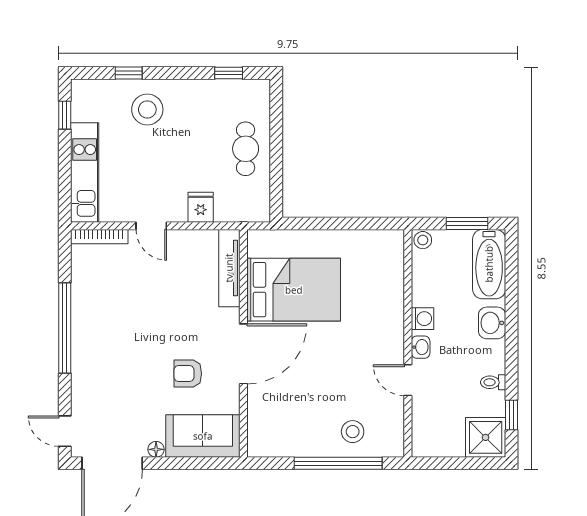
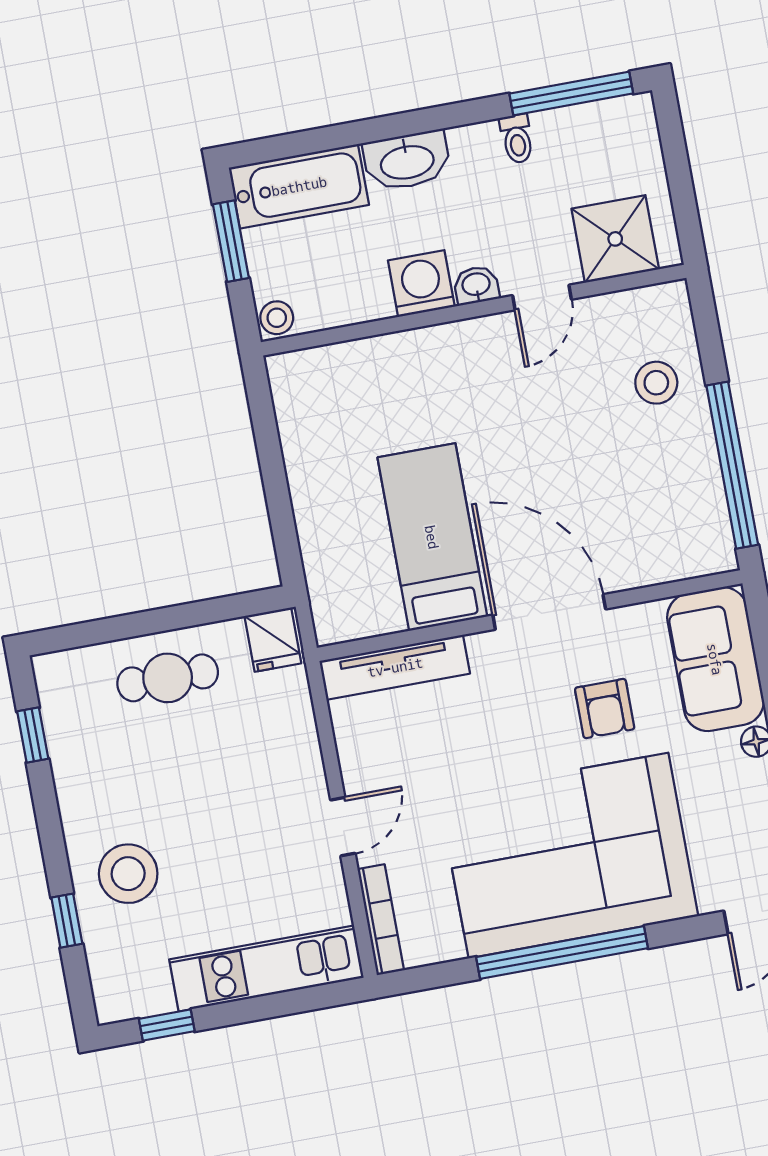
fridge: (201, 207) -> (273, 640), moved, turned -90
bed: (294, 290) -> (432, 537), width x0.67
washing machine: (423, 319) -> (421, 284), width x1.38, depth x1.38
washbasin: (492, 323) -> (407, 161), width x1.38
corner sofa: (115, 341) -> (568, 855), added
window: (511, 415) -> (571, 94), width x2.17
shower: (486, 437) -> (615, 239), moved
window: (338, 463) -> (732, 465), moved

